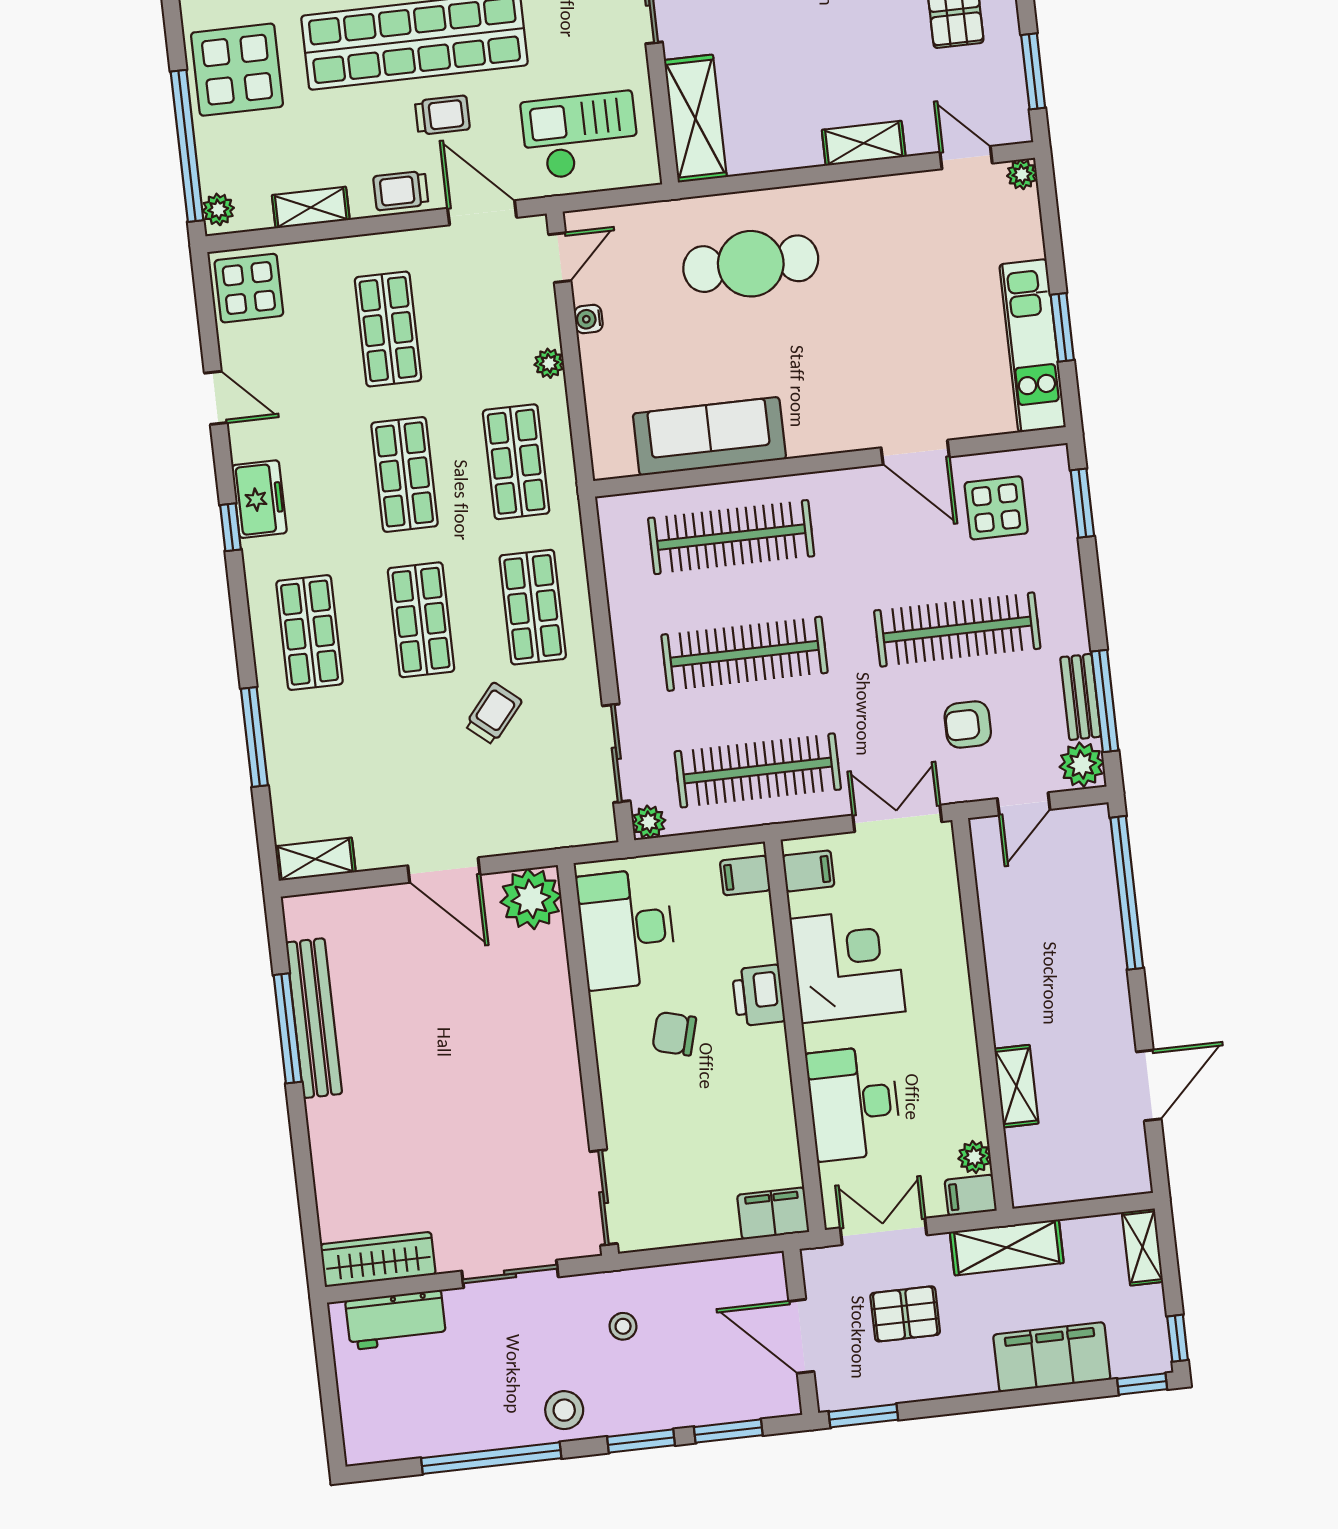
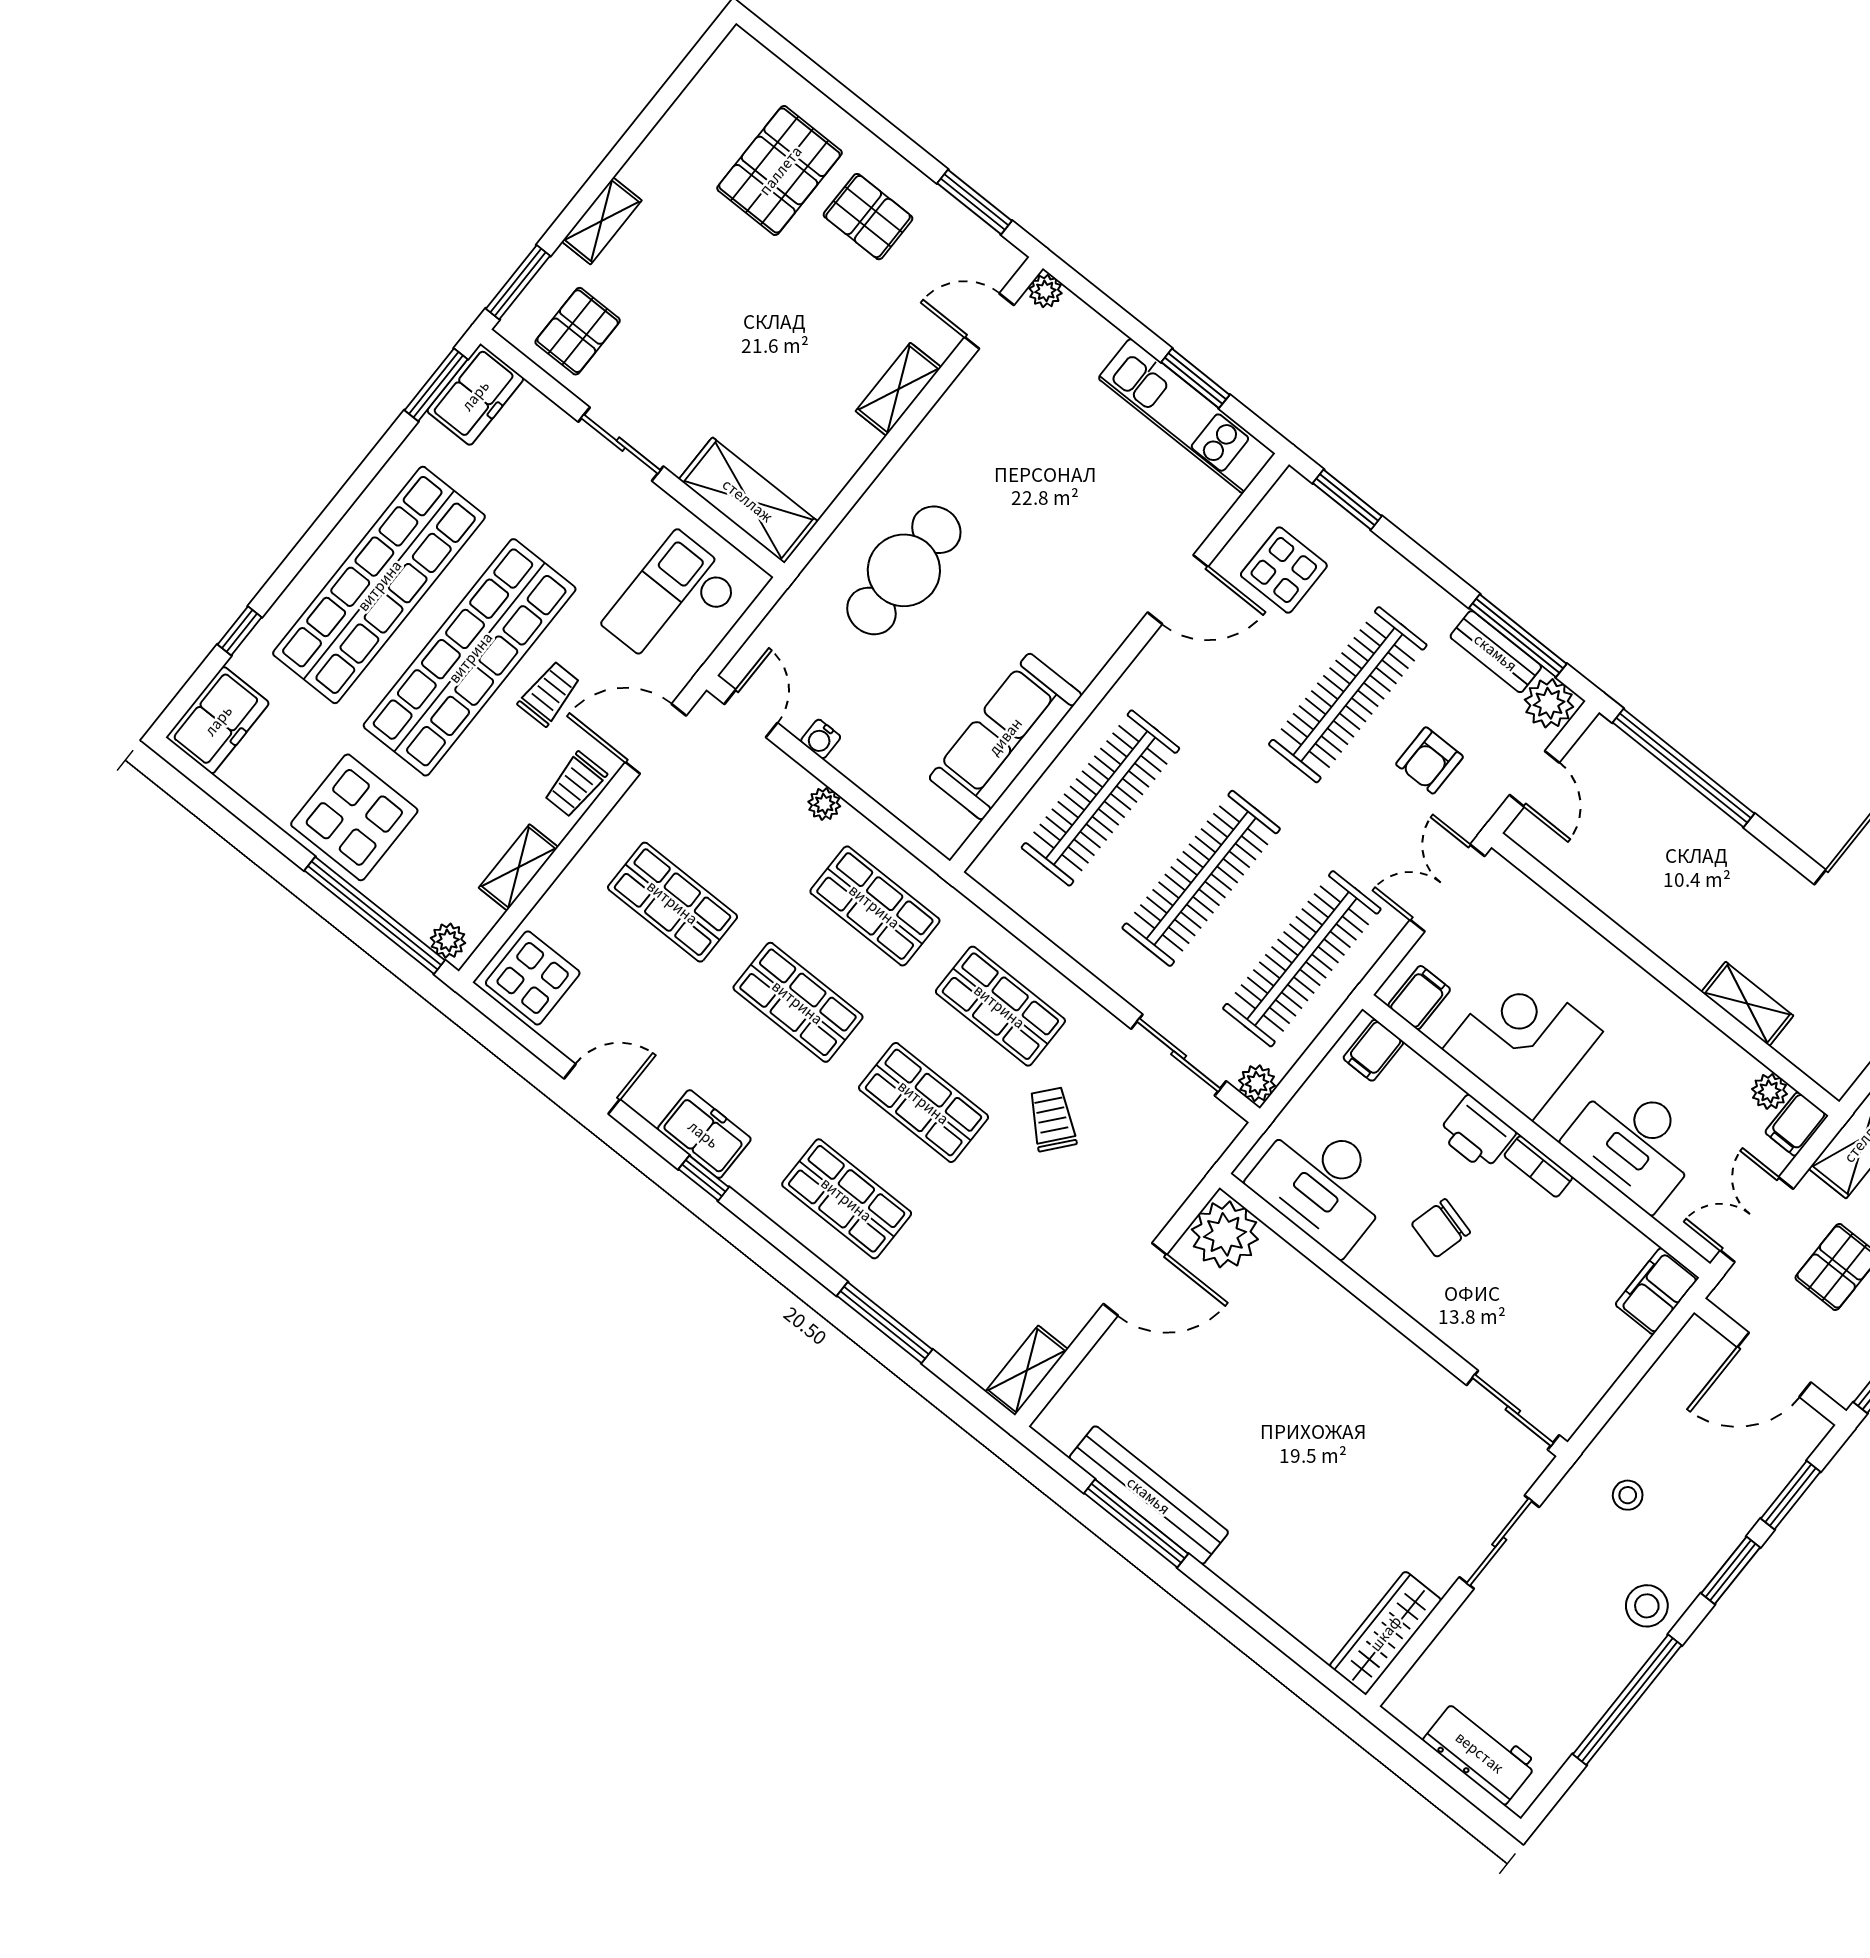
bookcase: (777, 1057) -> (1538, 1166), added
workbench: (396, 1320) -> (1480, 1752), moved, turned -90

